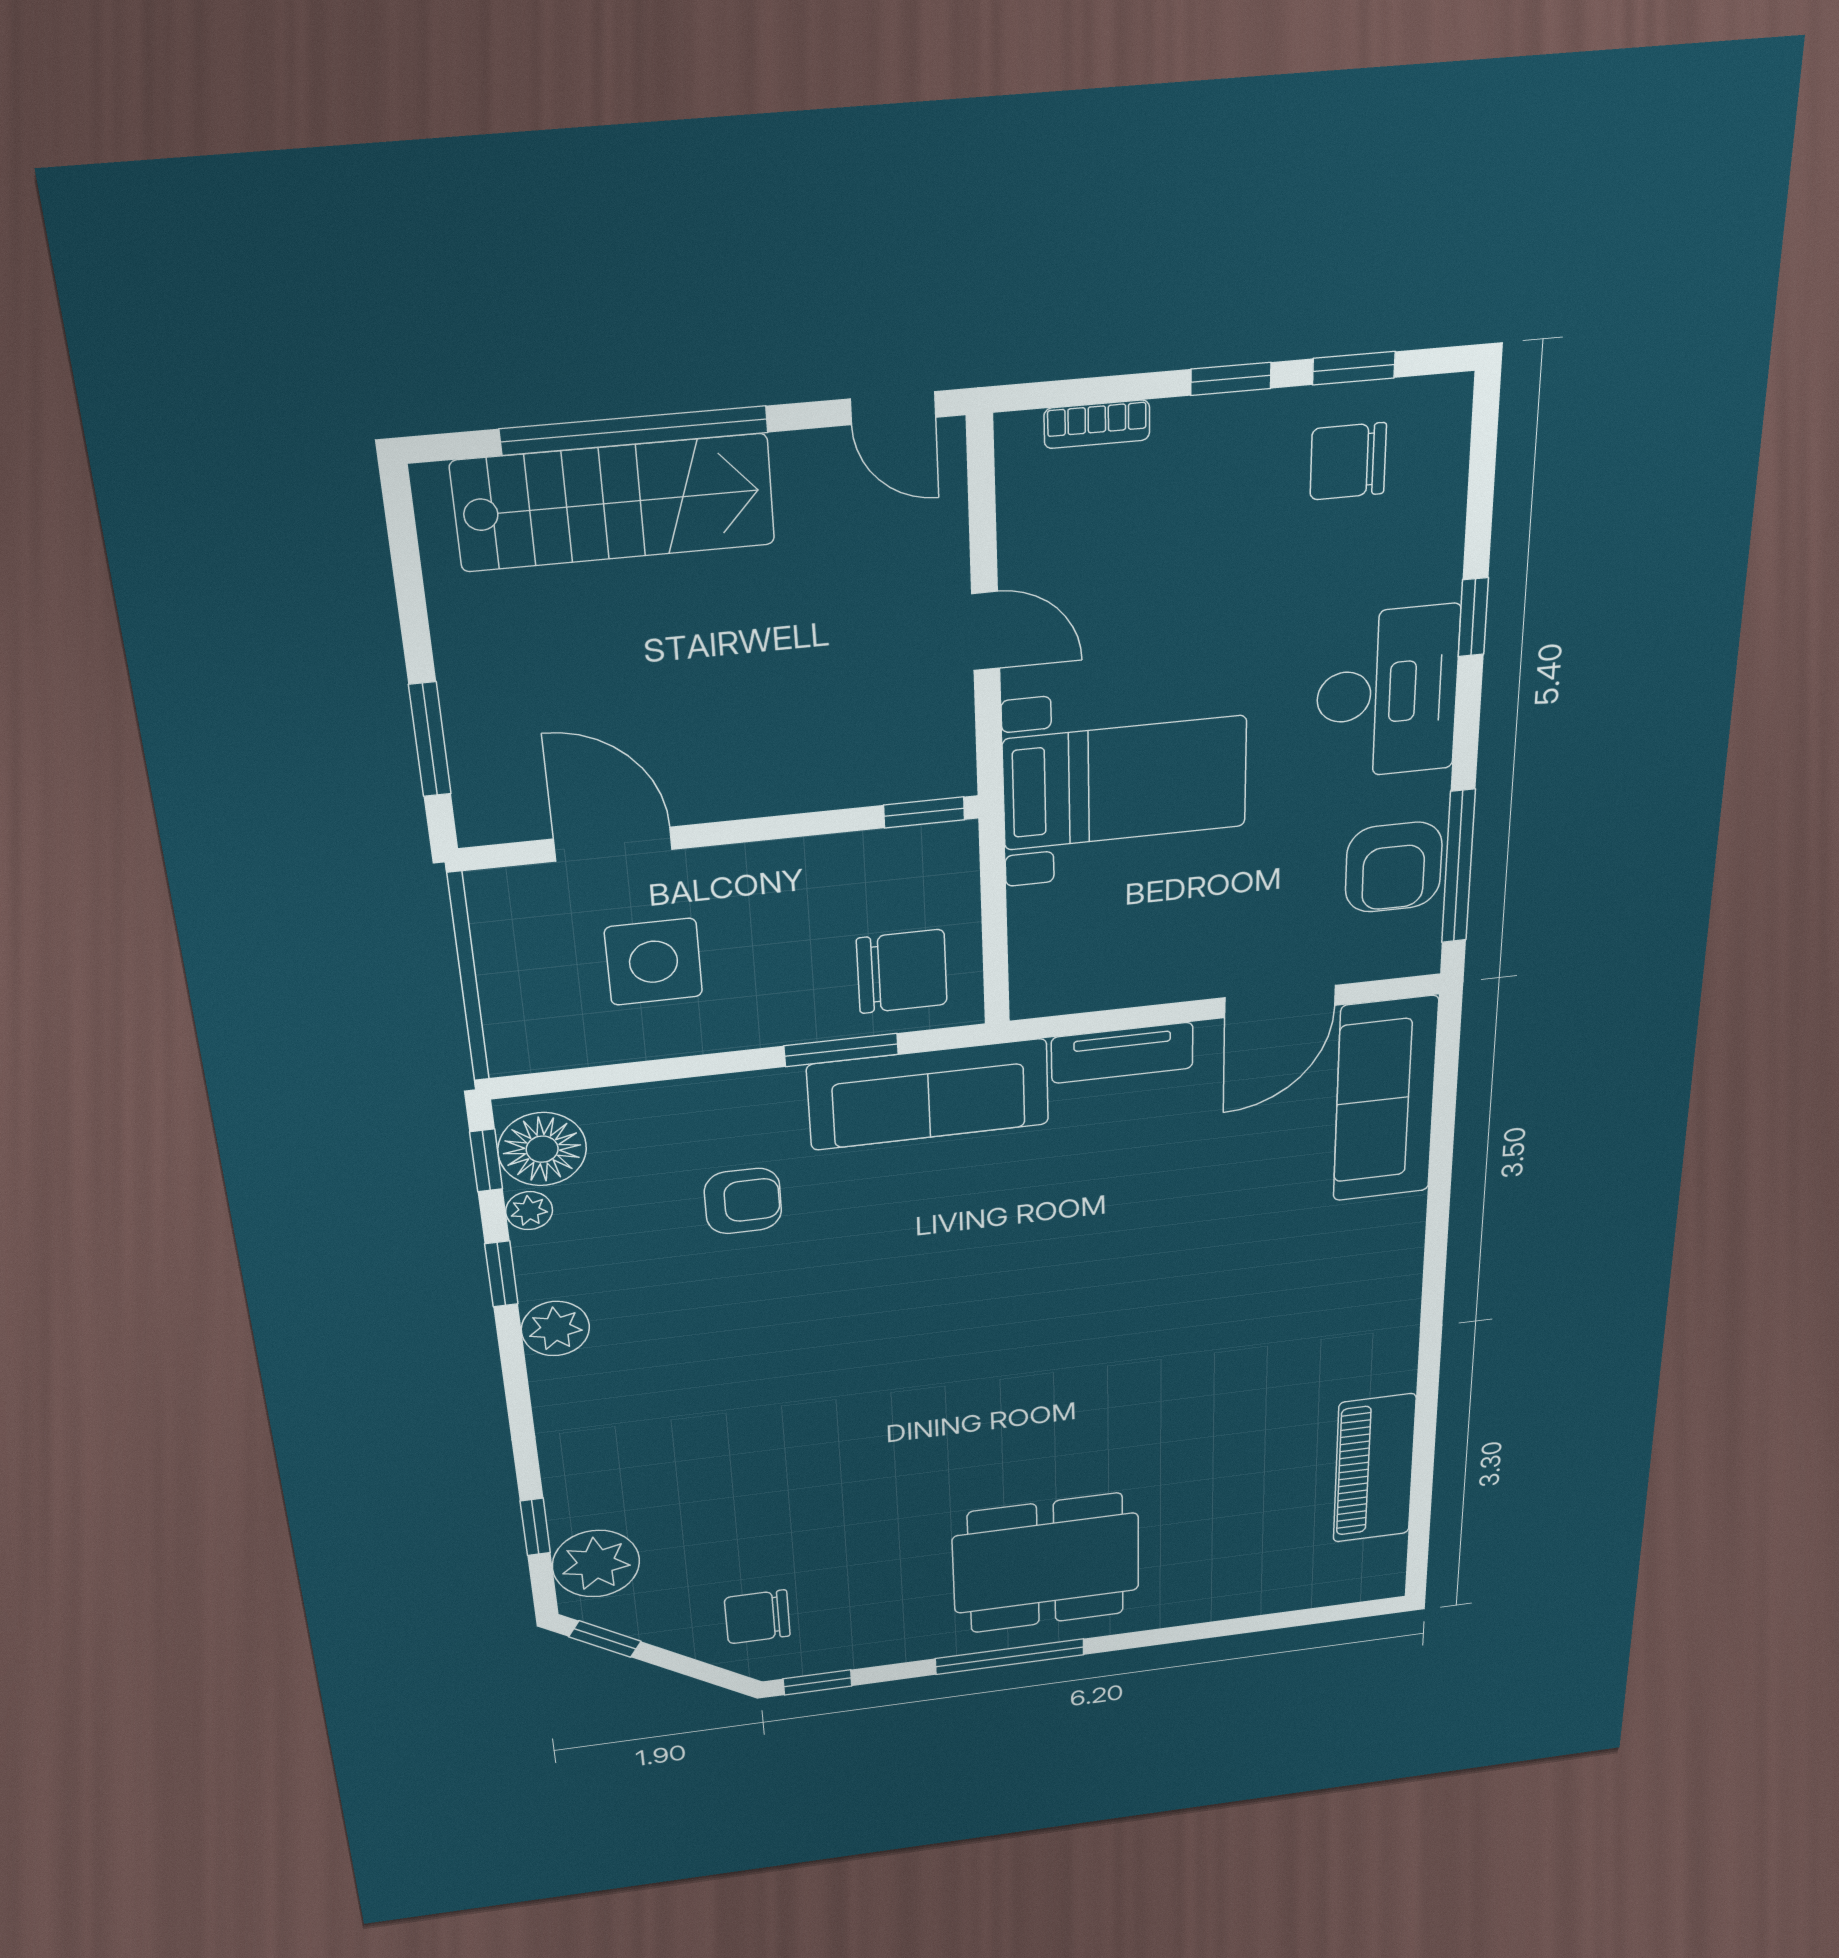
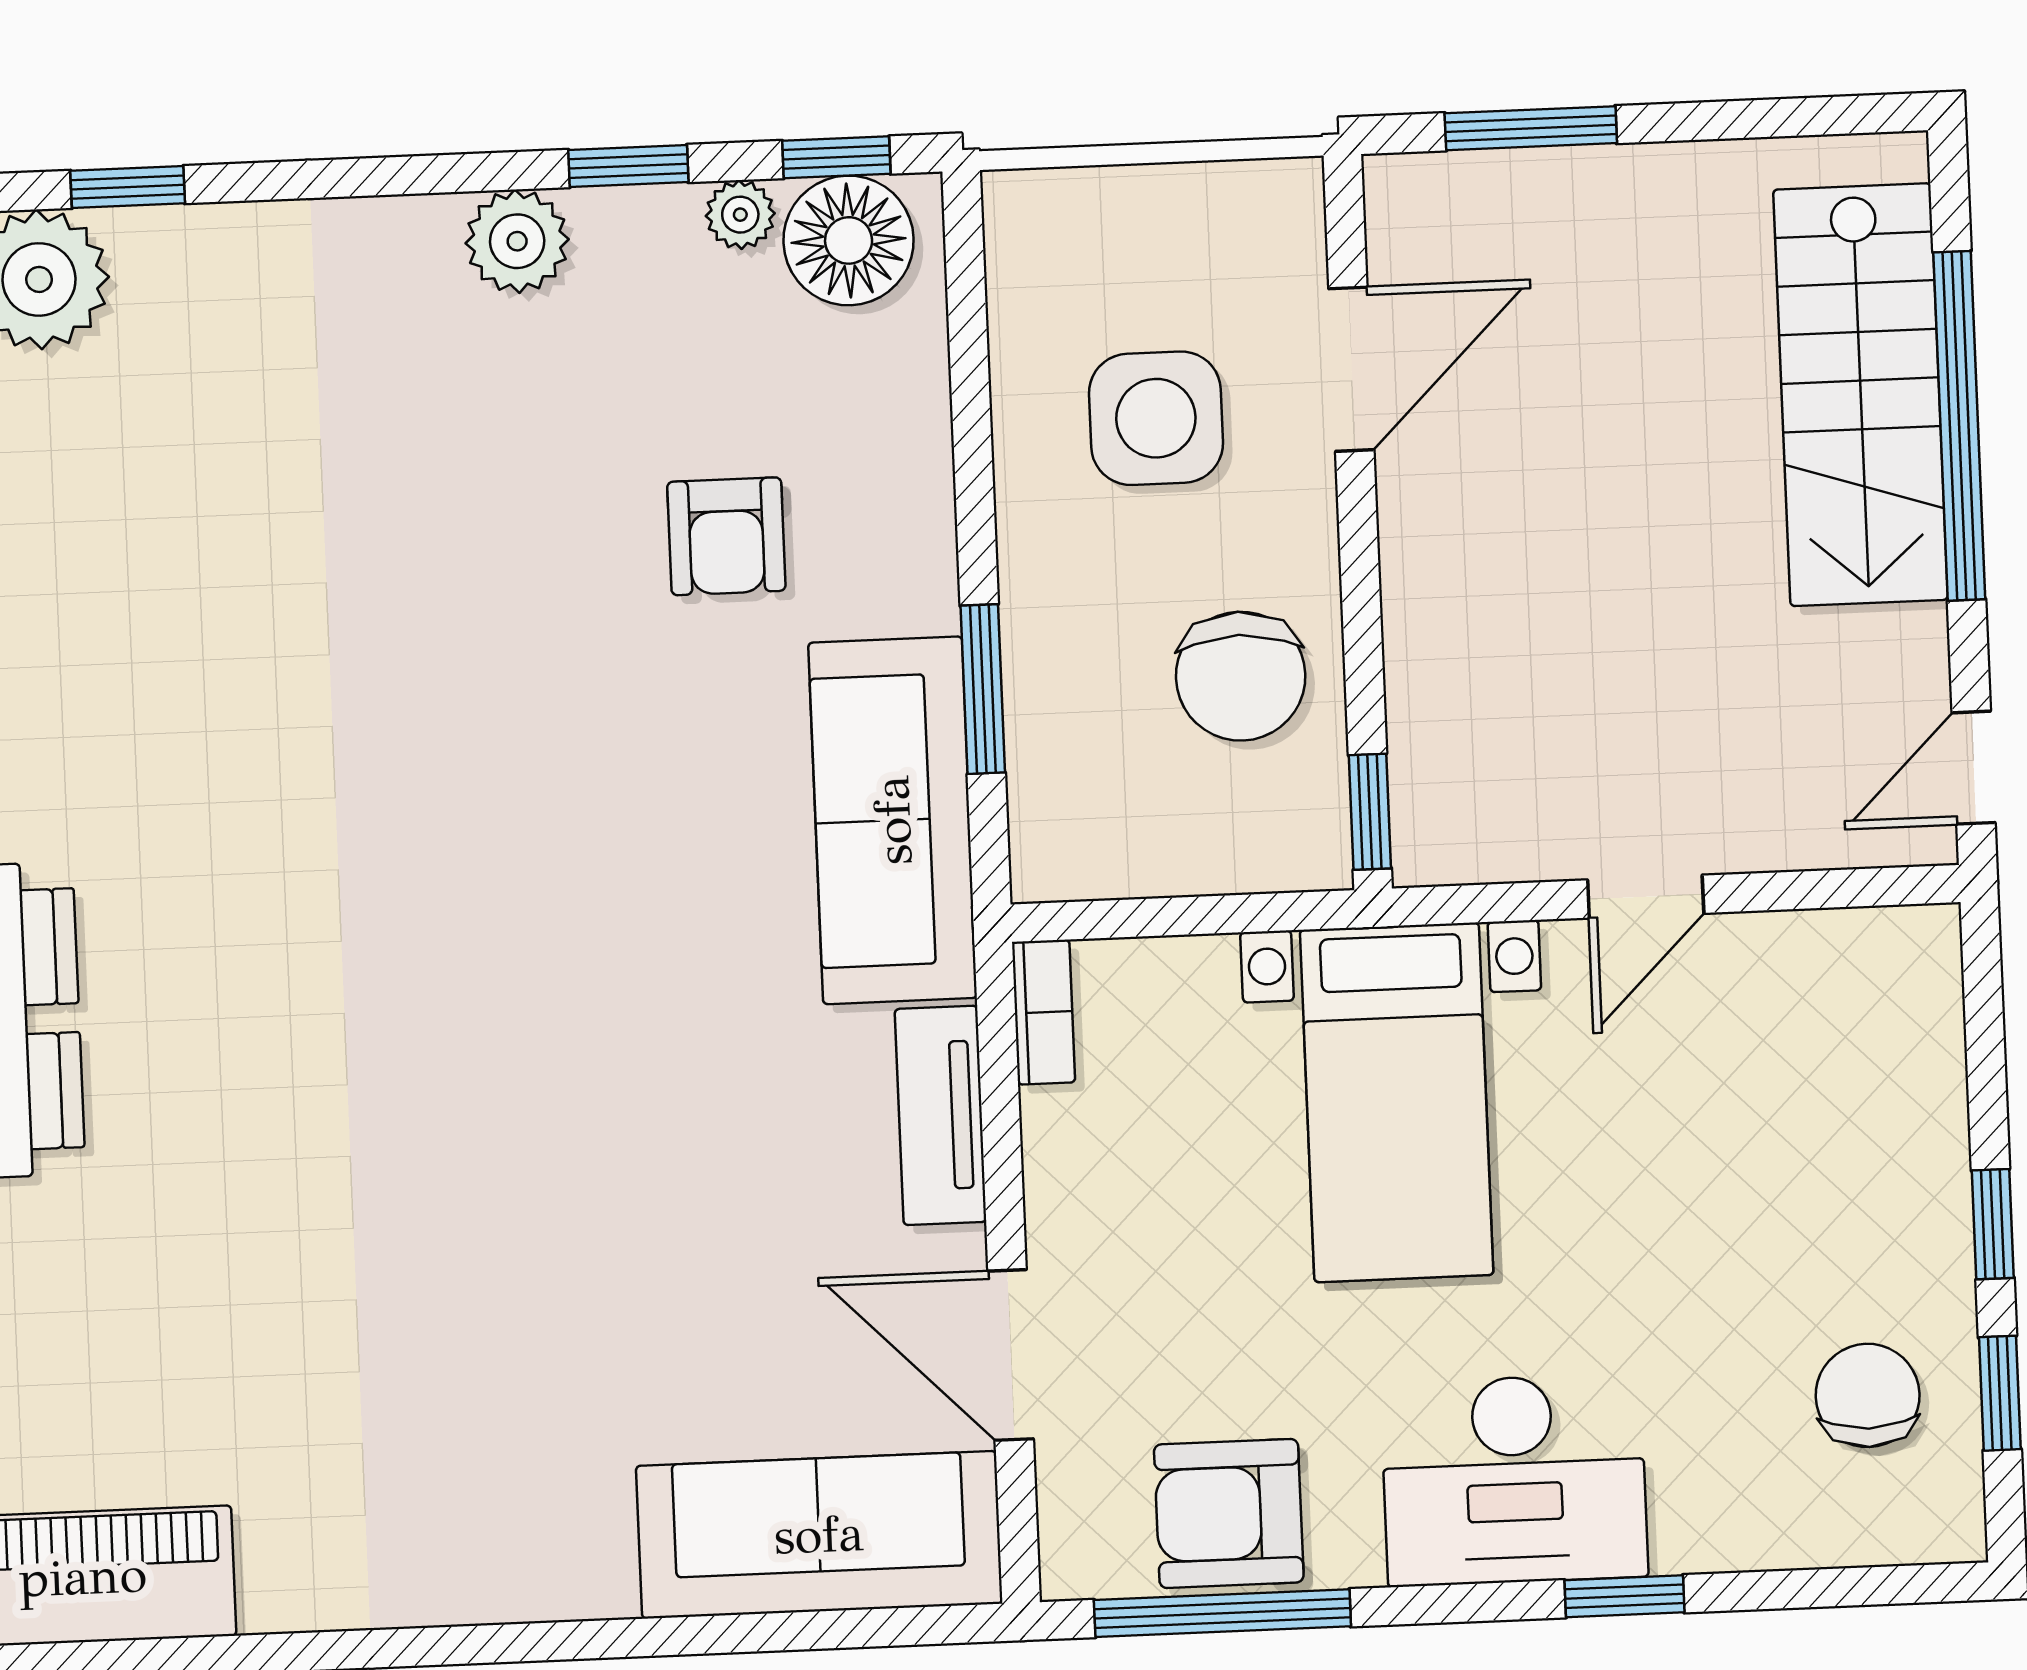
bookcase: (1097, 424) -> (1044, 1012), moved, turned 180
chair: (902, 971) -> (1241, 676), moved

